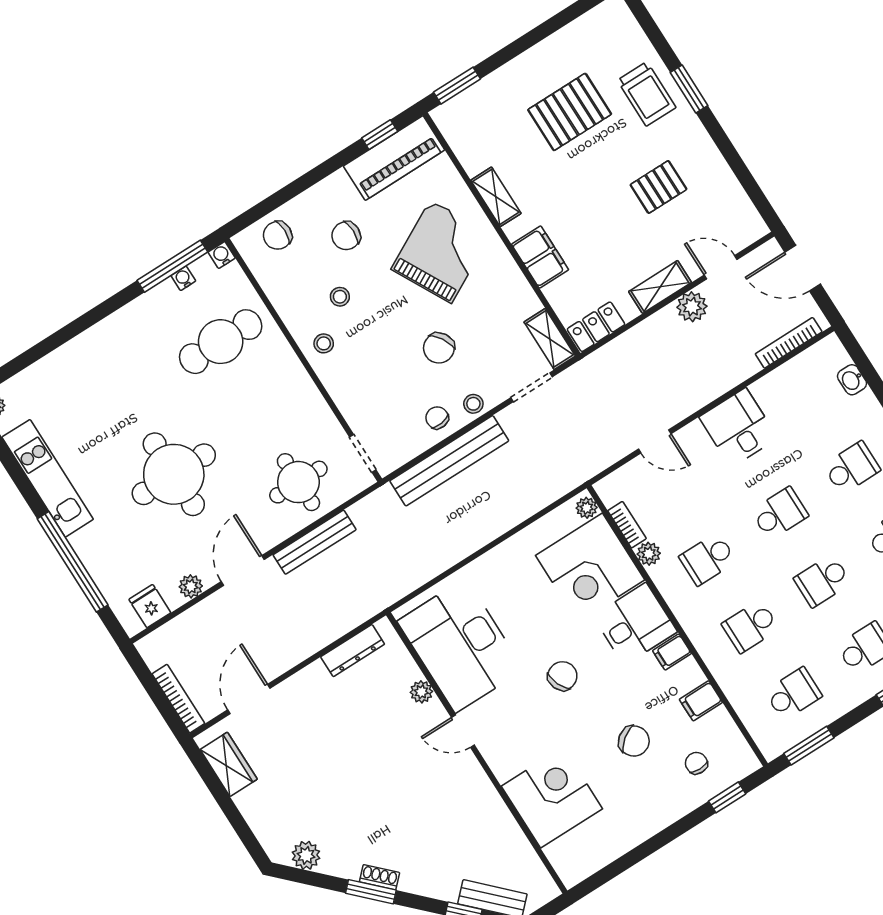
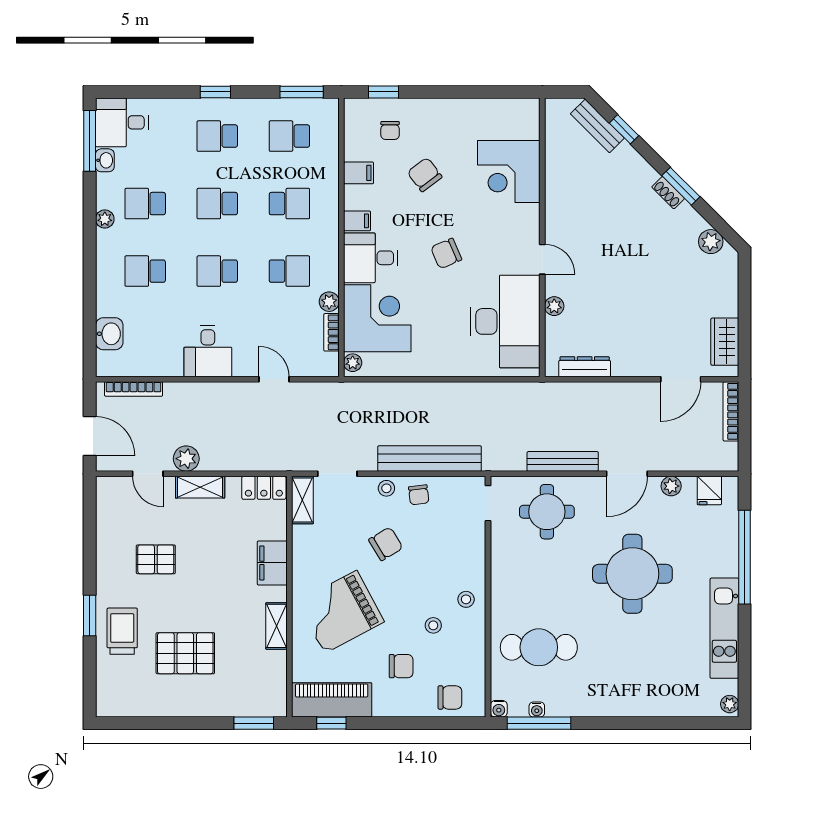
washbasin: (852, 380) -> (109, 334), width x1.38, depth x1.45
school desk: (822, 581) -> (217, 204), turned 180

